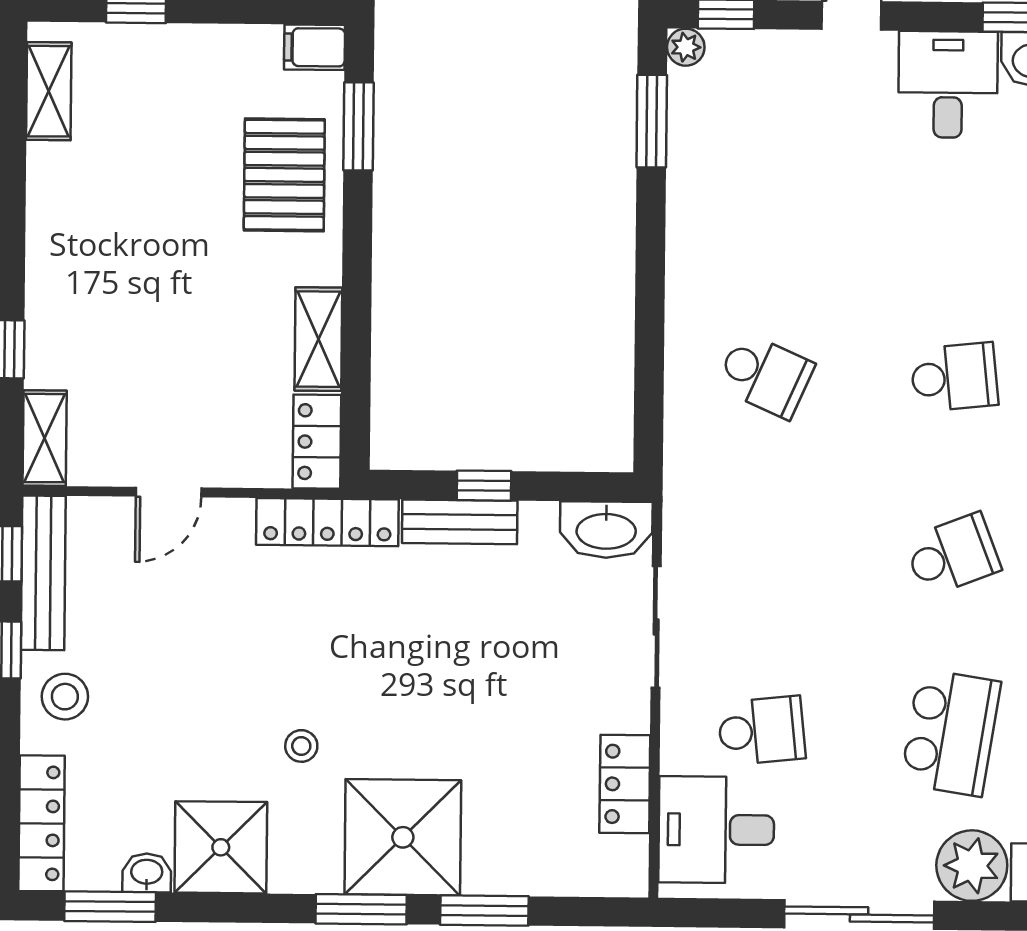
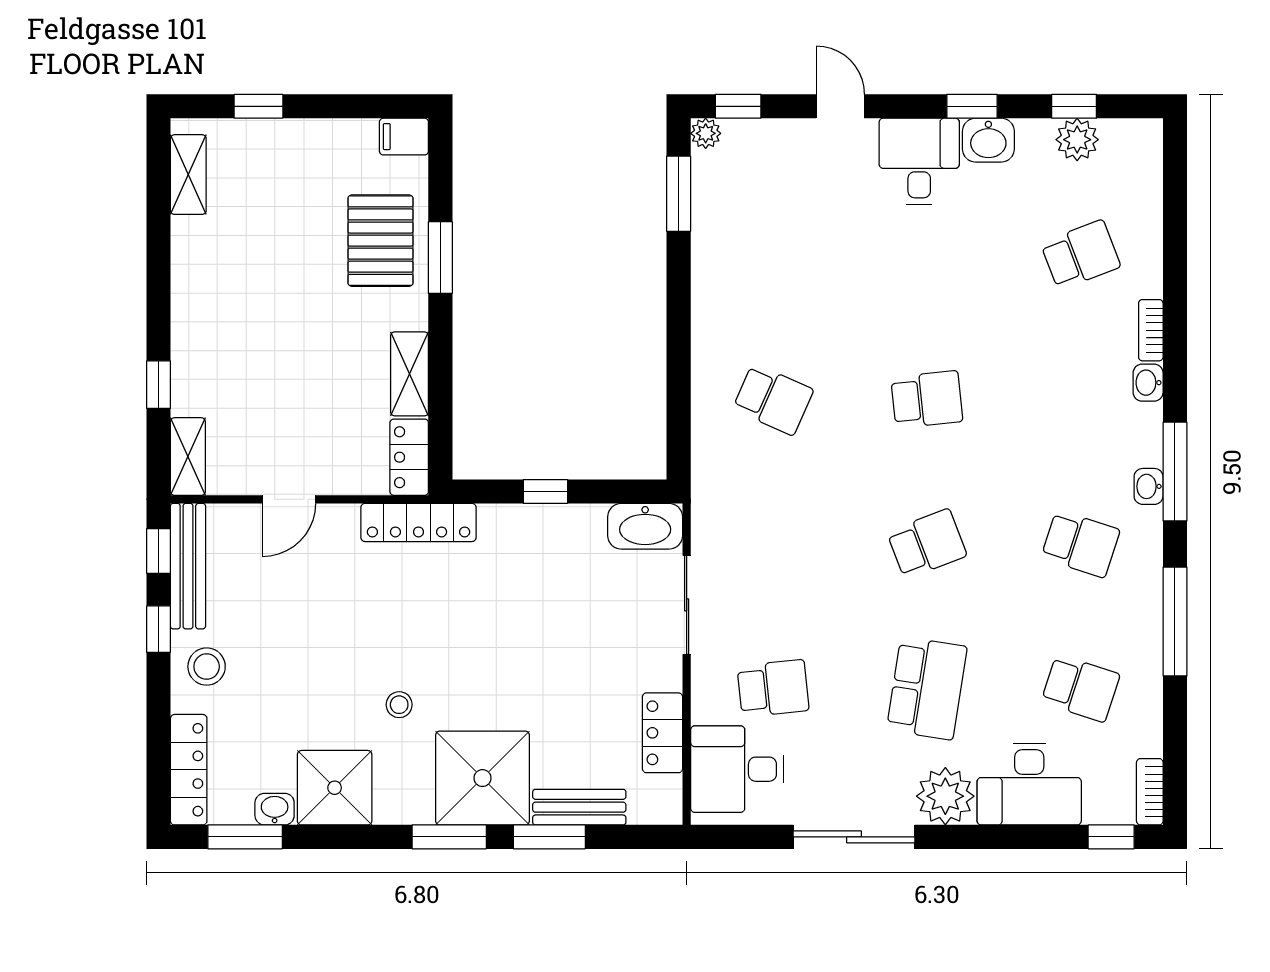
window: (359, 126) -> (440, 258), moved
bench: (460, 522) -> (579, 807), moved

